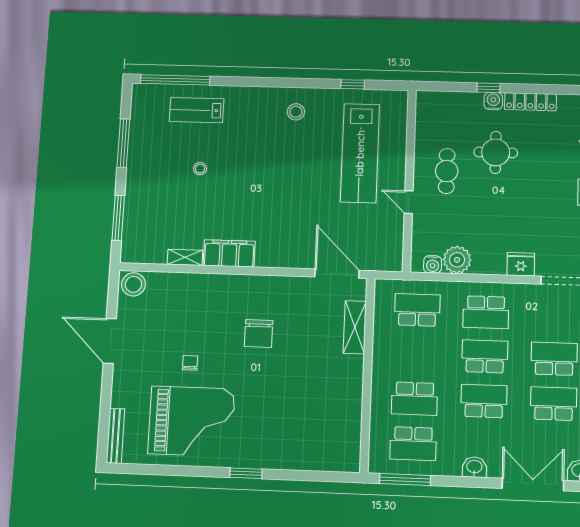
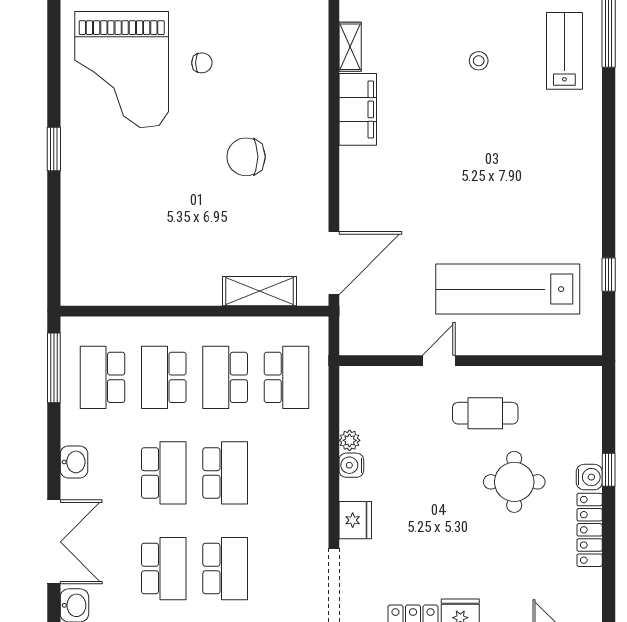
stool: (296, 112) -> (566, 195), removed
plant: (457, 260) -> (350, 440), width x0.53, depth x0.53
water cooler: (433, 264) -> (351, 465), moved
school desk: (486, 312) -> (225, 377), moved

